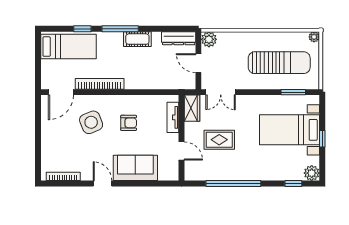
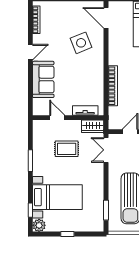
bookcase: (100, 84) -> (113, 86), moved
armchair: (129, 123) -> (81, 74), removed
bed with nightstands: (290, 130) -> (57, 197), moved, turned 90
rug: (219, 140) -> (67, 149), turned 90
door: (182, 151) -> (57, 118), swing flipped
window: (233, 184) -> (30, 161), width x0.47

